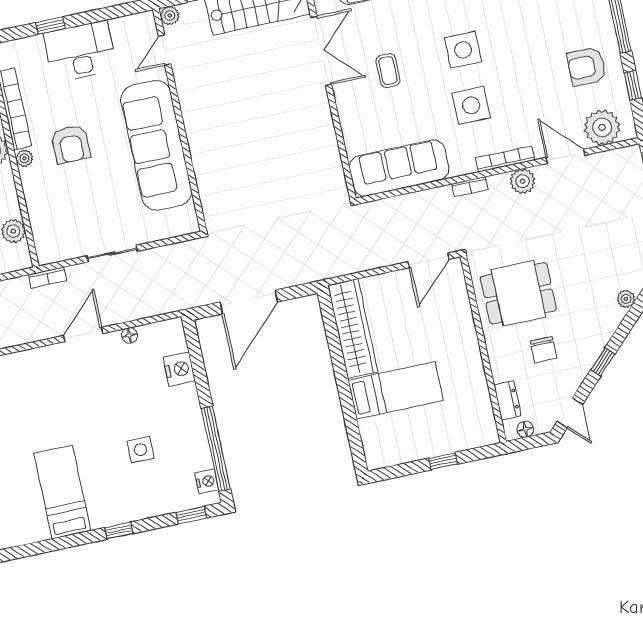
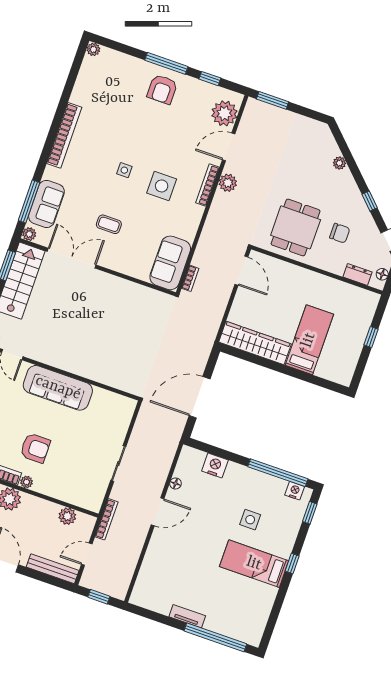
side table: (463, 50) -> (124, 170), width x0.54, depth x0.54
armchair: (587, 67) -> (162, 89), moved
sofa: (156, 145) -> (58, 388), width x0.74, depth x0.79
sofa: (399, 168) -> (170, 263), width x0.73
bookcase: (470, 187) -> (190, 278), moved
bookcase: (48, 278) -> (106, 519), width x1.56
door: (249, 302) -> (200, 397), swing flipped
door: (83, 334) -> (157, 512), swing flipped
bed: (62, 492) -> (254, 564), moved

